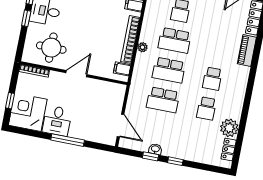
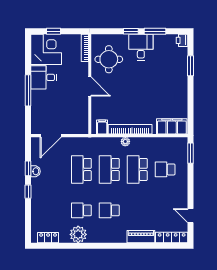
plant: (229, 128) -> (78, 234), moved

